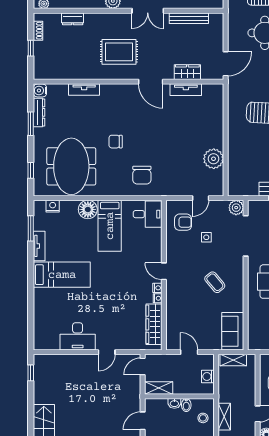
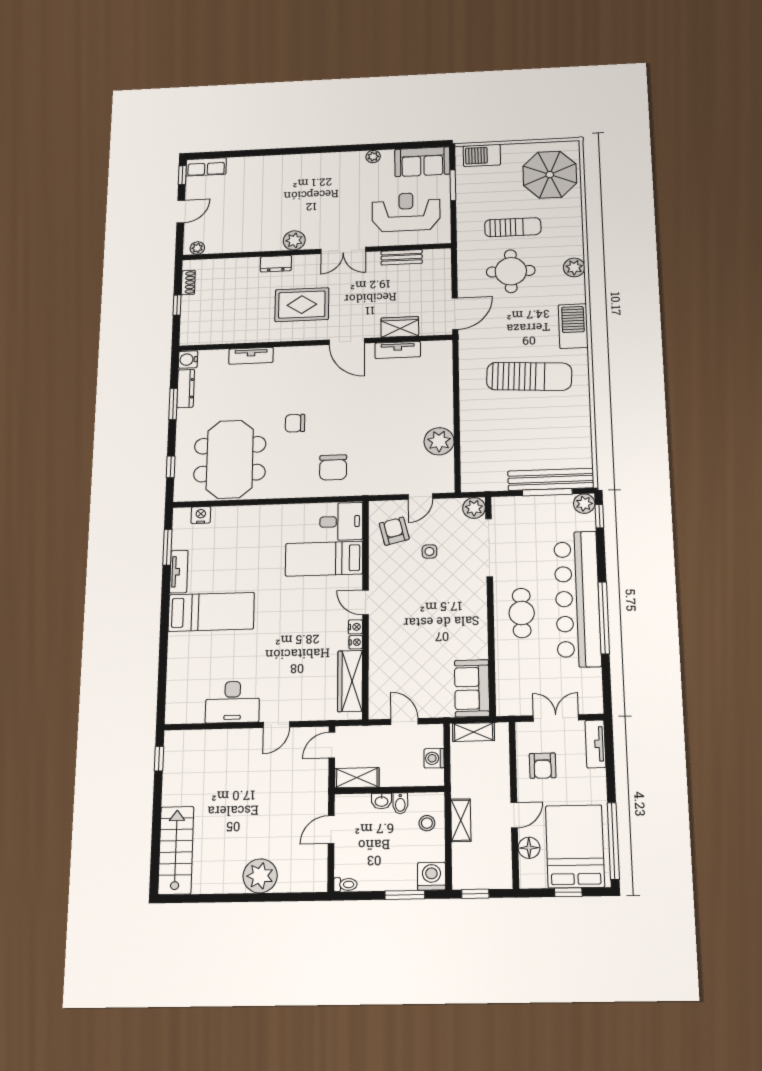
bench: (189, 18) -> (402, 257), width x0.73
dresser: (73, 19) -> (276, 264), moved
floor lamp: (88, 209) -> (252, 518), removed
armchair: (183, 222) -> (394, 531), turned -104
bed: (110, 226) -> (324, 559), moved, turned 90
coffee table: (215, 282) -> (443, 616), removed

